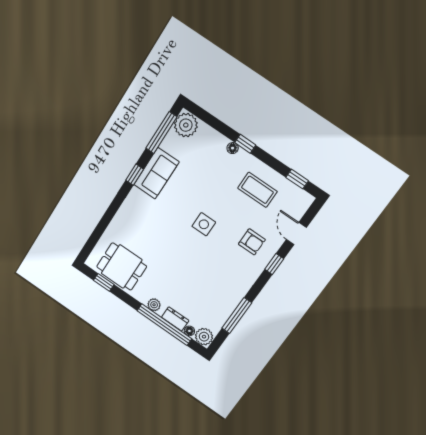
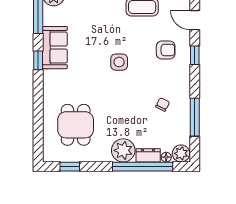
dining table: (122, 267) -> (76, 125), moved, turned 90
chair: (217, 286) -> (163, 104), added
plant: (154, 305) -> (123, 150), width x1.88, depth x1.88

